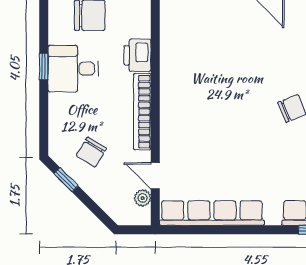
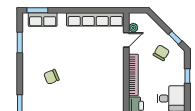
window: (44, 67) -> (187, 76), moved
door: (155, 176) -> (126, 40), hinge flipped

